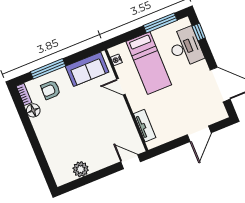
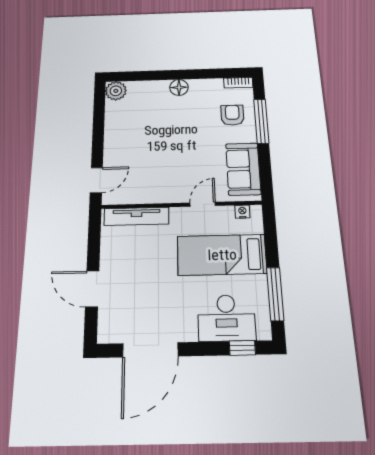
floor lamp: (33, 110) -> (179, 87), moved
tv unit: (145, 126) -> (136, 216), width x1.41
plant: (81, 169) -> (116, 91), moved

